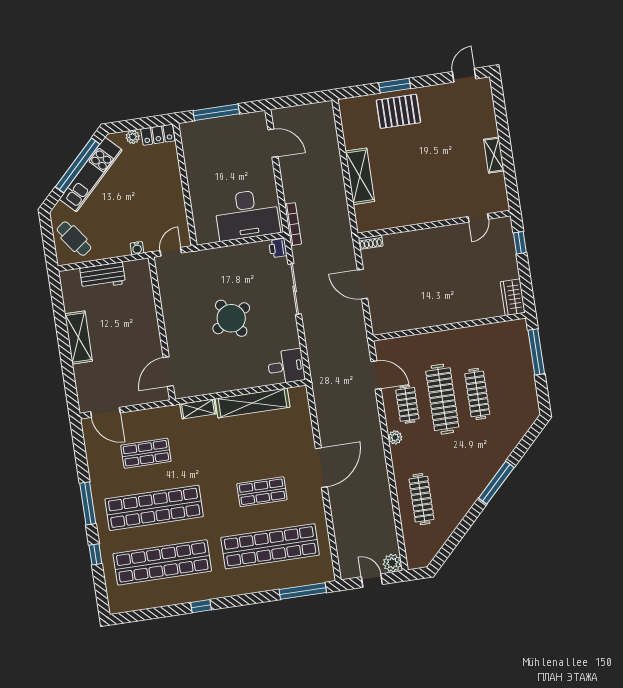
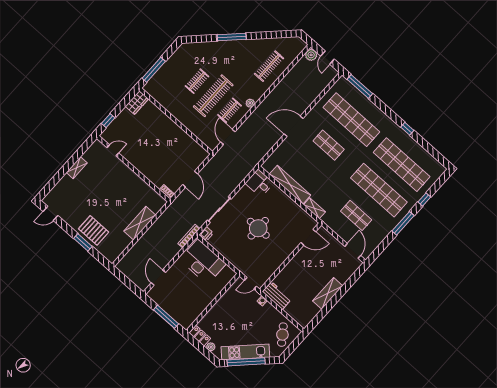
workbench: (103, 276) -> (277, 296), moved
round table: (231, 318) -> (258, 228), turned 30
clothes rail: (477, 394) -> (197, 81), width x0.73

